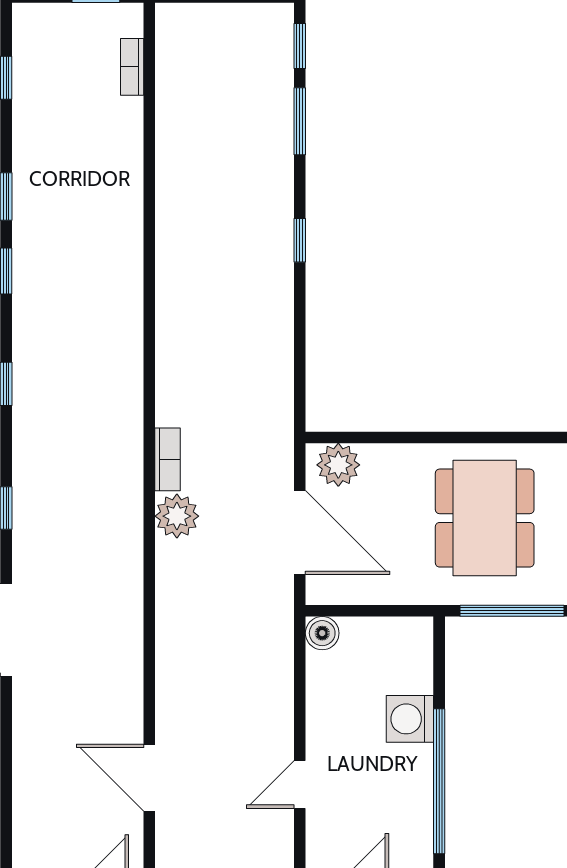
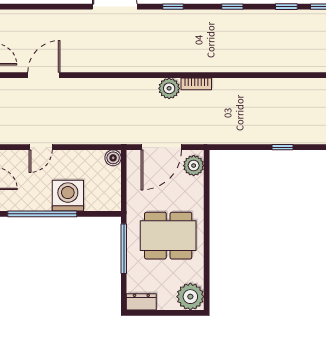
window: (300, 240) -> (283, 147), moved
washing machine: (410, 719) -> (68, 196), width x1.37, depth x1.37
door: (300, 784) -> (41, 147), swing flipped

